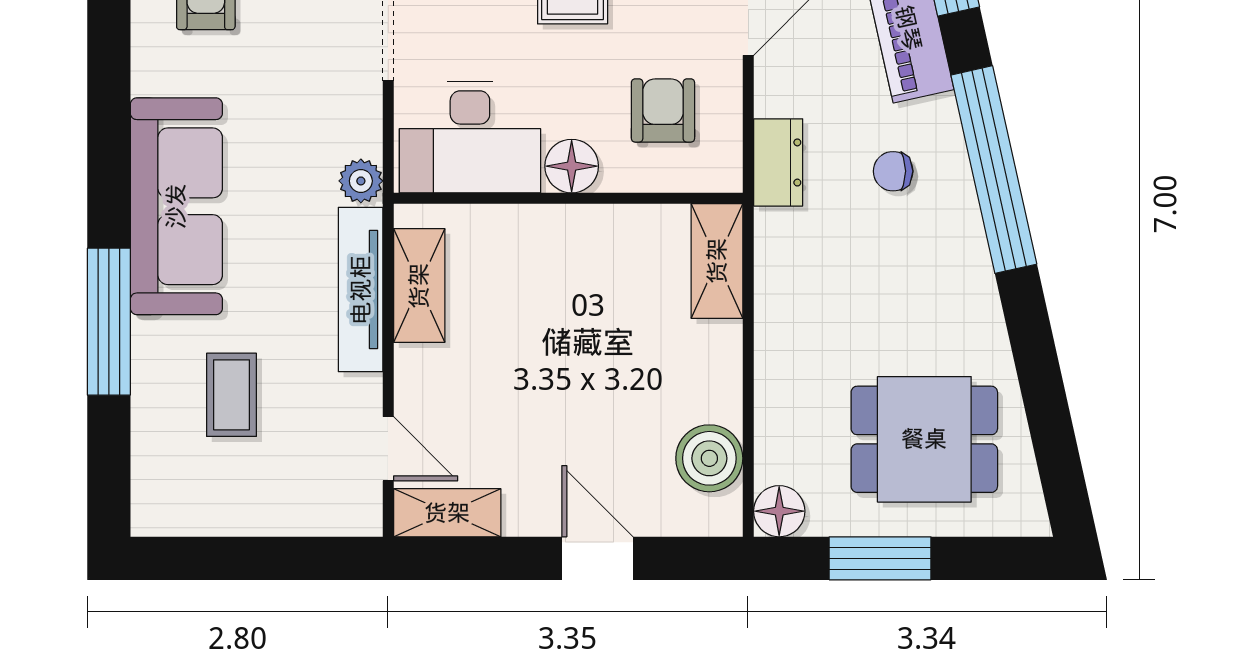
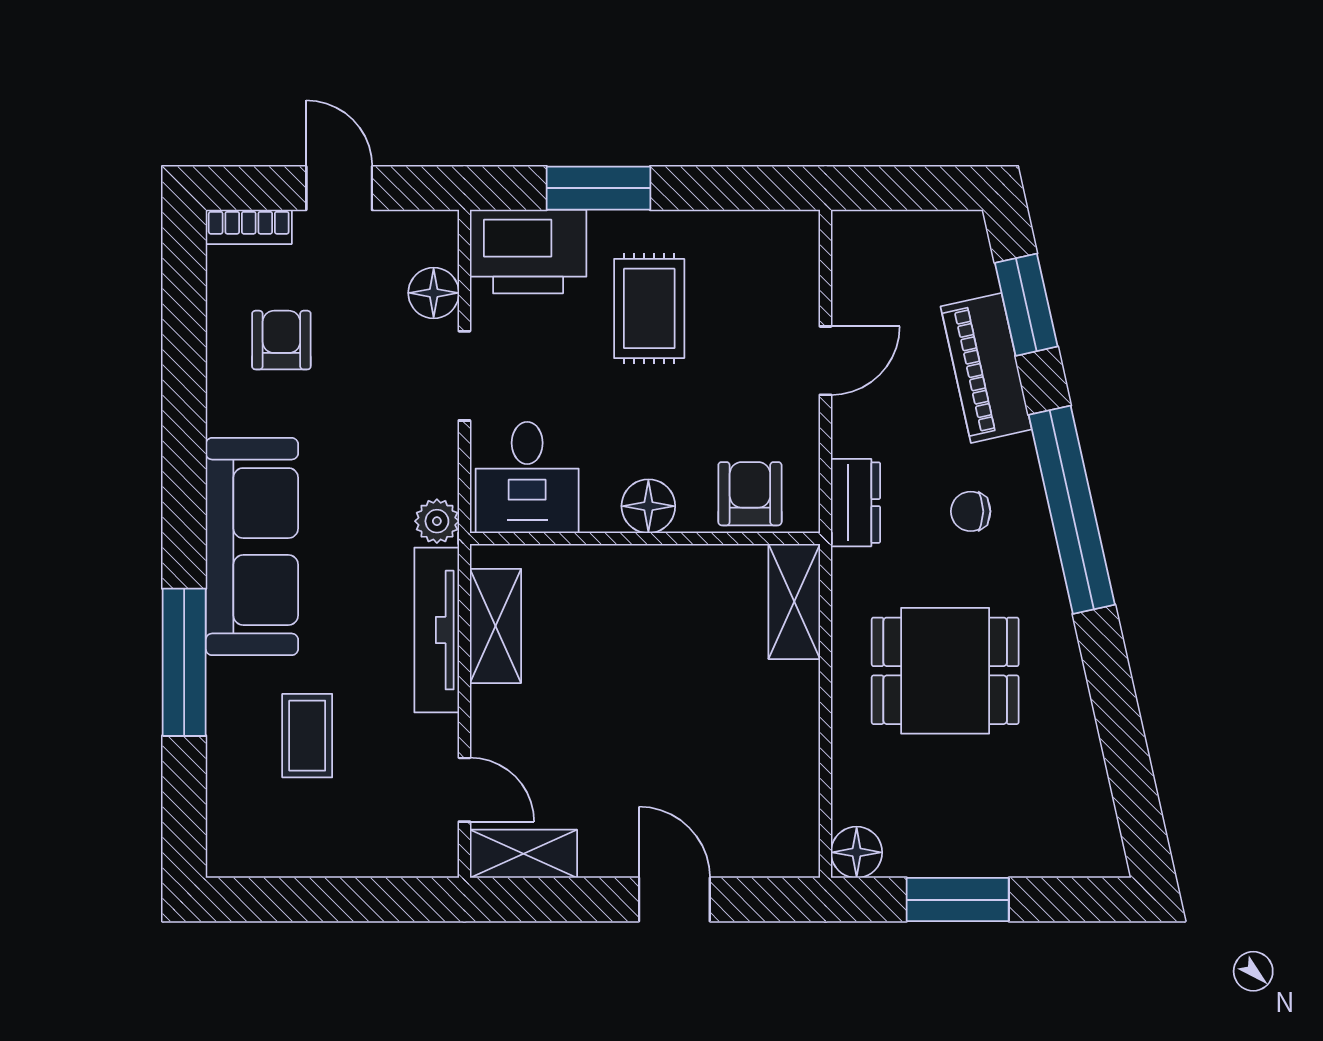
armchair: (663, 110) -> (750, 494), moved
desk: (470, 137) -> (527, 477), width x0.73
dining table: (924, 439) -> (945, 671), moved
boiler: (709, 458) -> (786, 799), removed

